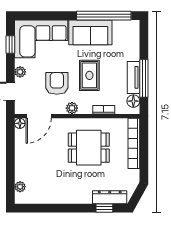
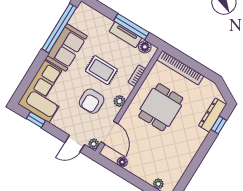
plant: (20, 72) -> (94, 144), moved
armchair: (57, 83) -> (92, 101), turned -90
floor lamp: (20, 123) -> (122, 162), moved

